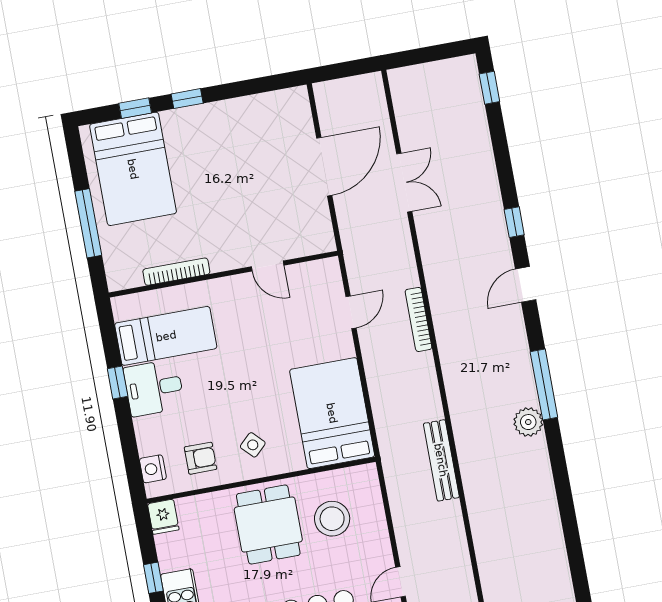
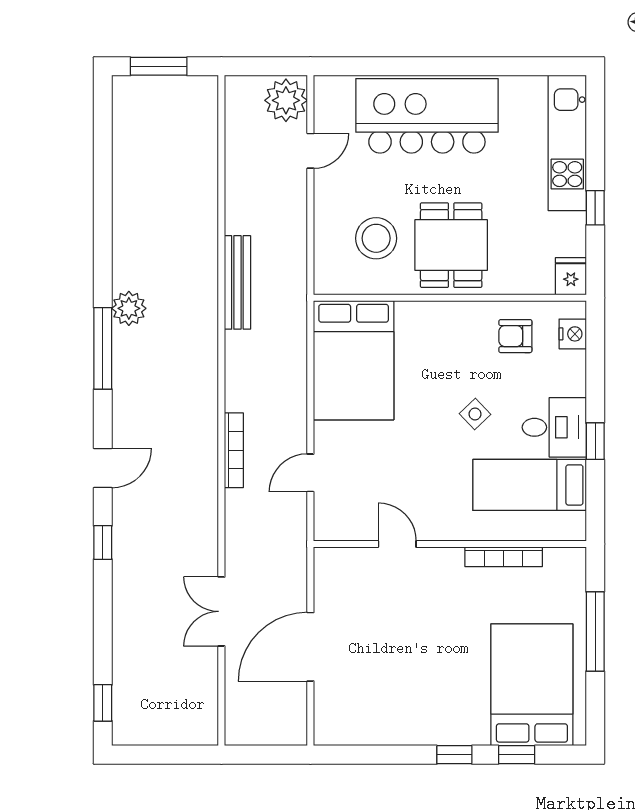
side table: (253, 445) -> (475, 414), moved

